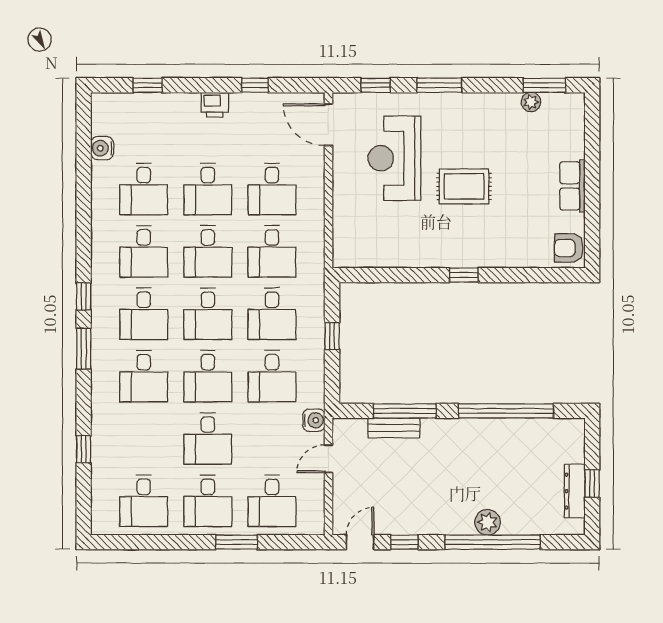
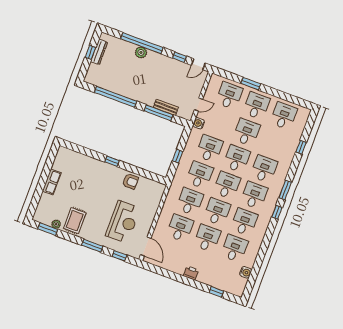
window: (255, 85) -> (171, 275), removed
rug: (464, 186) -> (75, 221), moved, turned 90
armchair: (569, 248) -> (130, 181), moved

